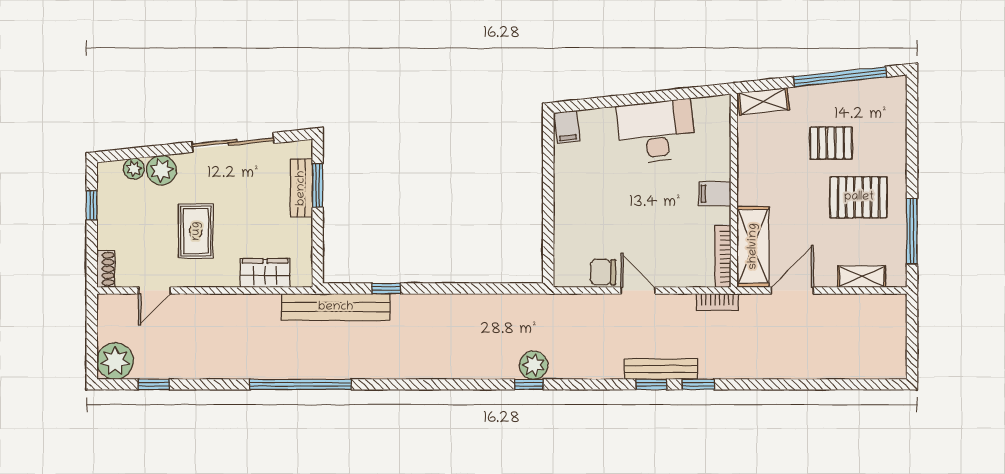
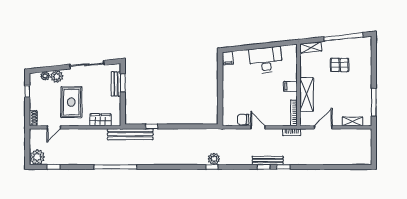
pallet: (859, 197) -> (351, 88), removed
rug: (196, 231) -> (71, 102), width x1.36, depth x1.43
shelving: (753, 246) -> (307, 94), moved

